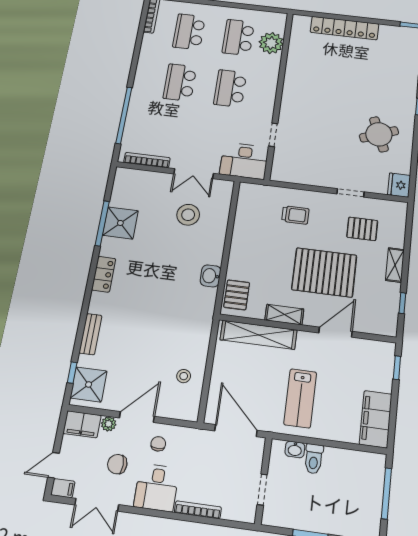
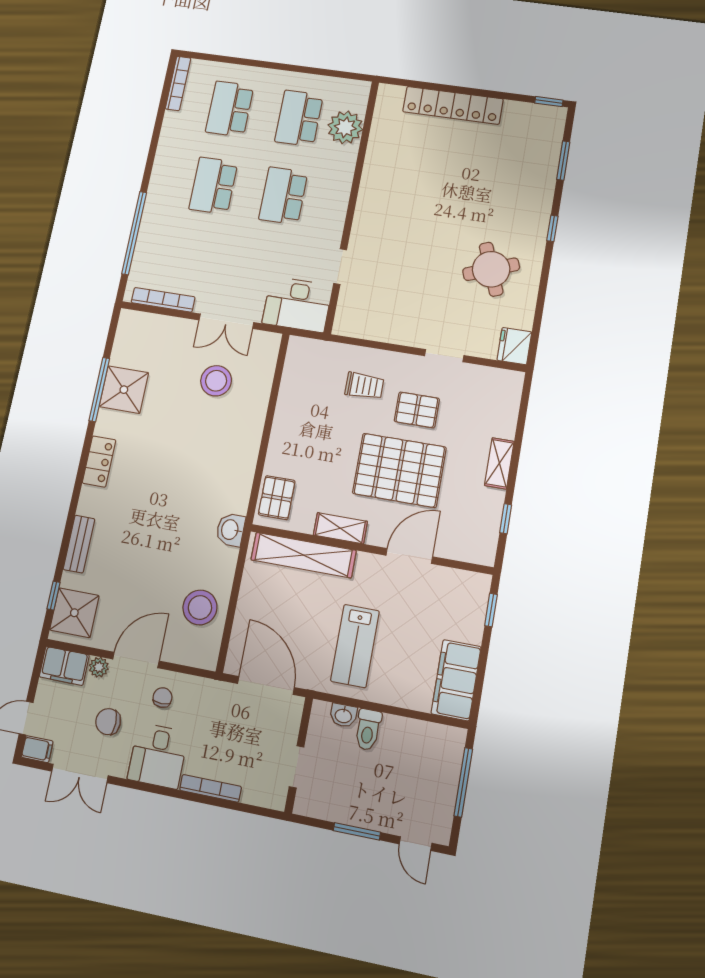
pallet: (362, 229) -> (417, 410), moved
washbasin: (211, 276) -> (230, 530), moved
stool: (184, 376) -> (200, 607), width x1.89, depth x1.89

